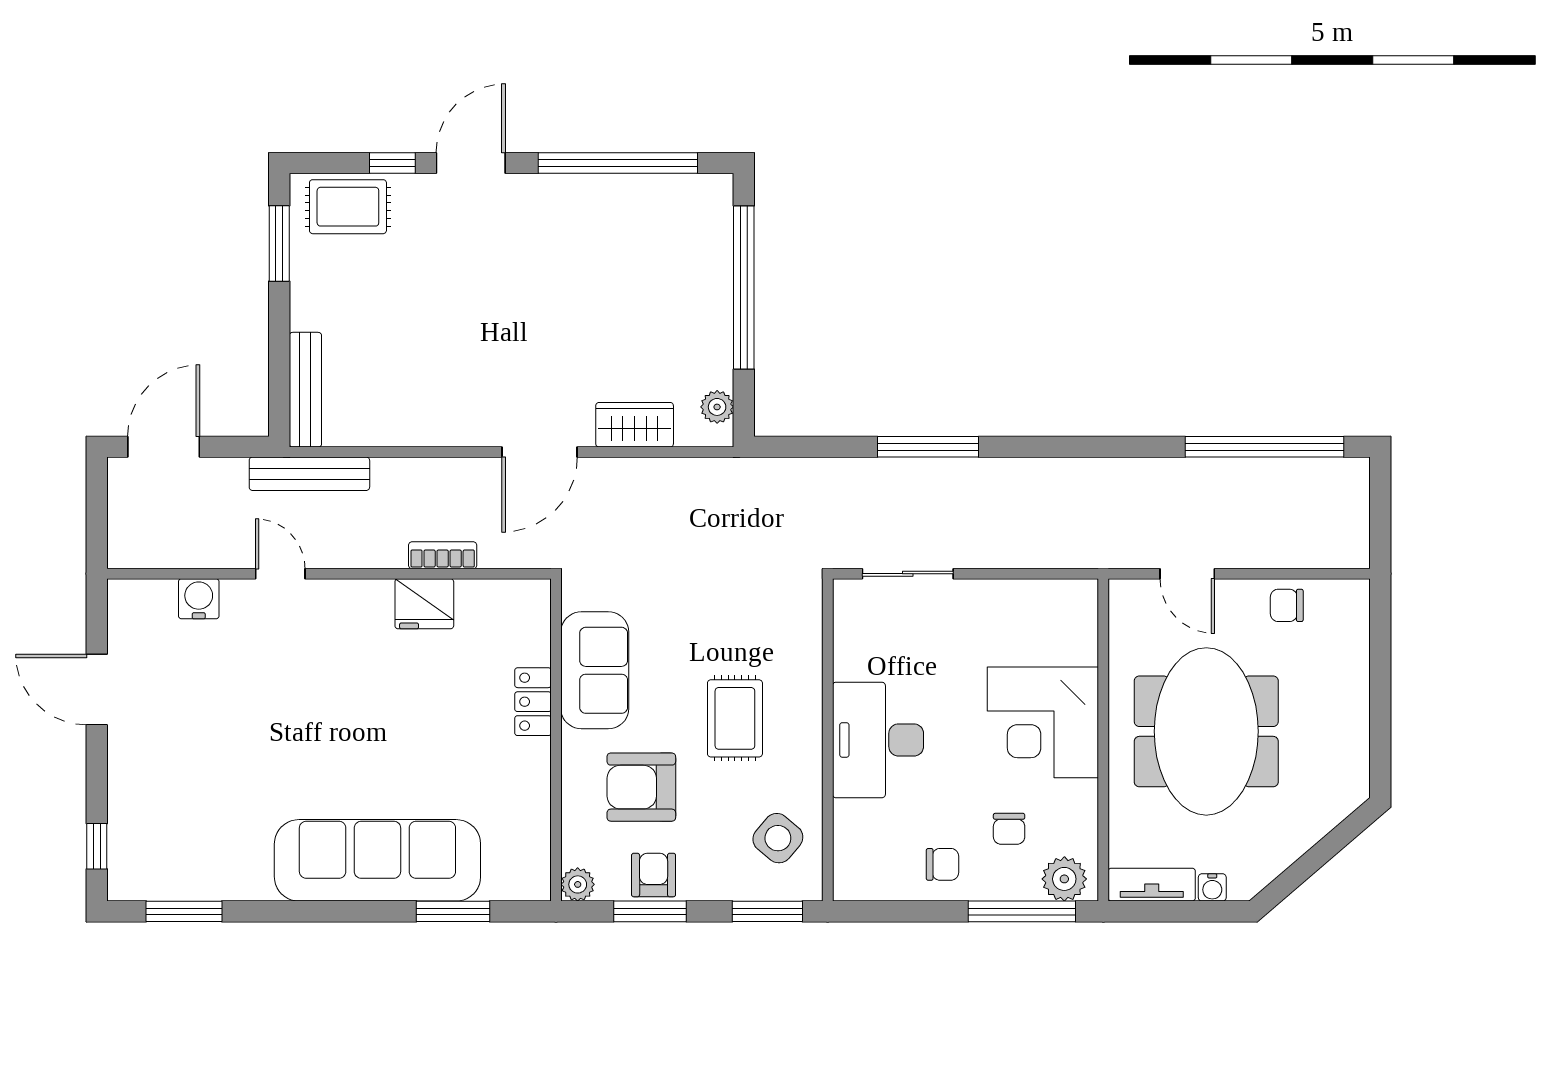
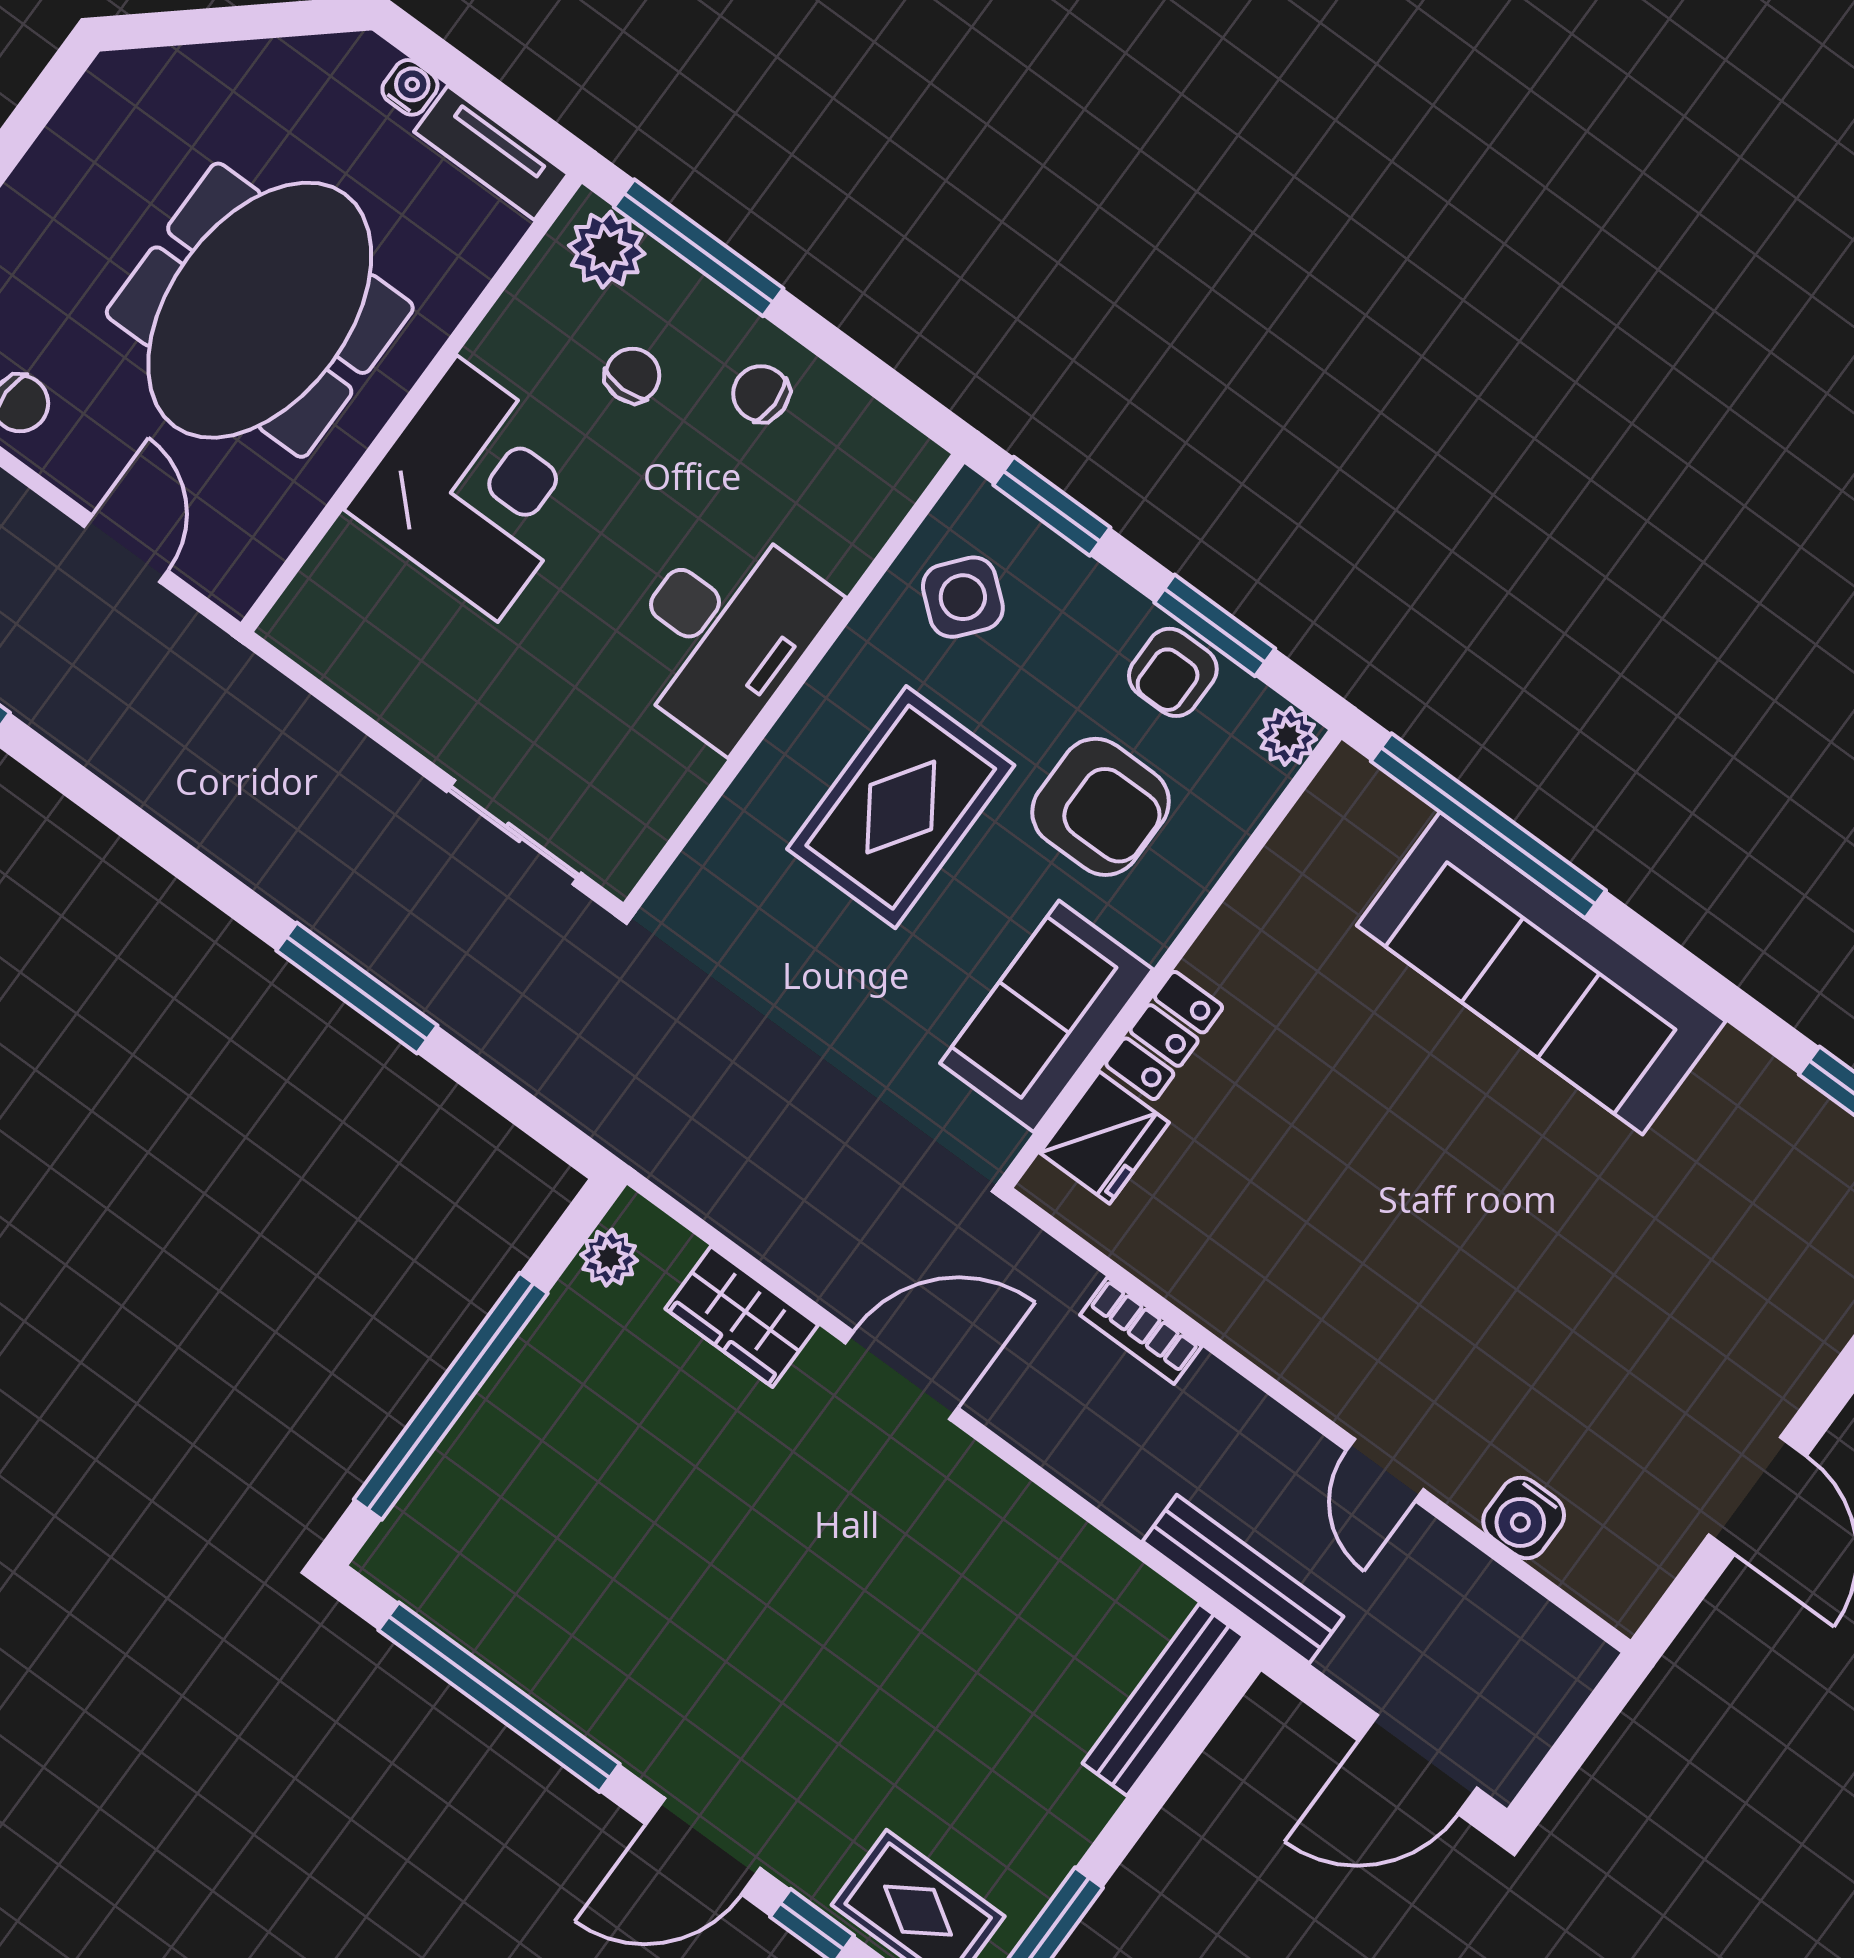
fridge: (424, 604) -> (1104, 1138), moved, turned 90
rug: (735, 718) -> (901, 807), width x1.36, depth x1.43
window: (453, 911) -> (1488, 826), width x2.11

